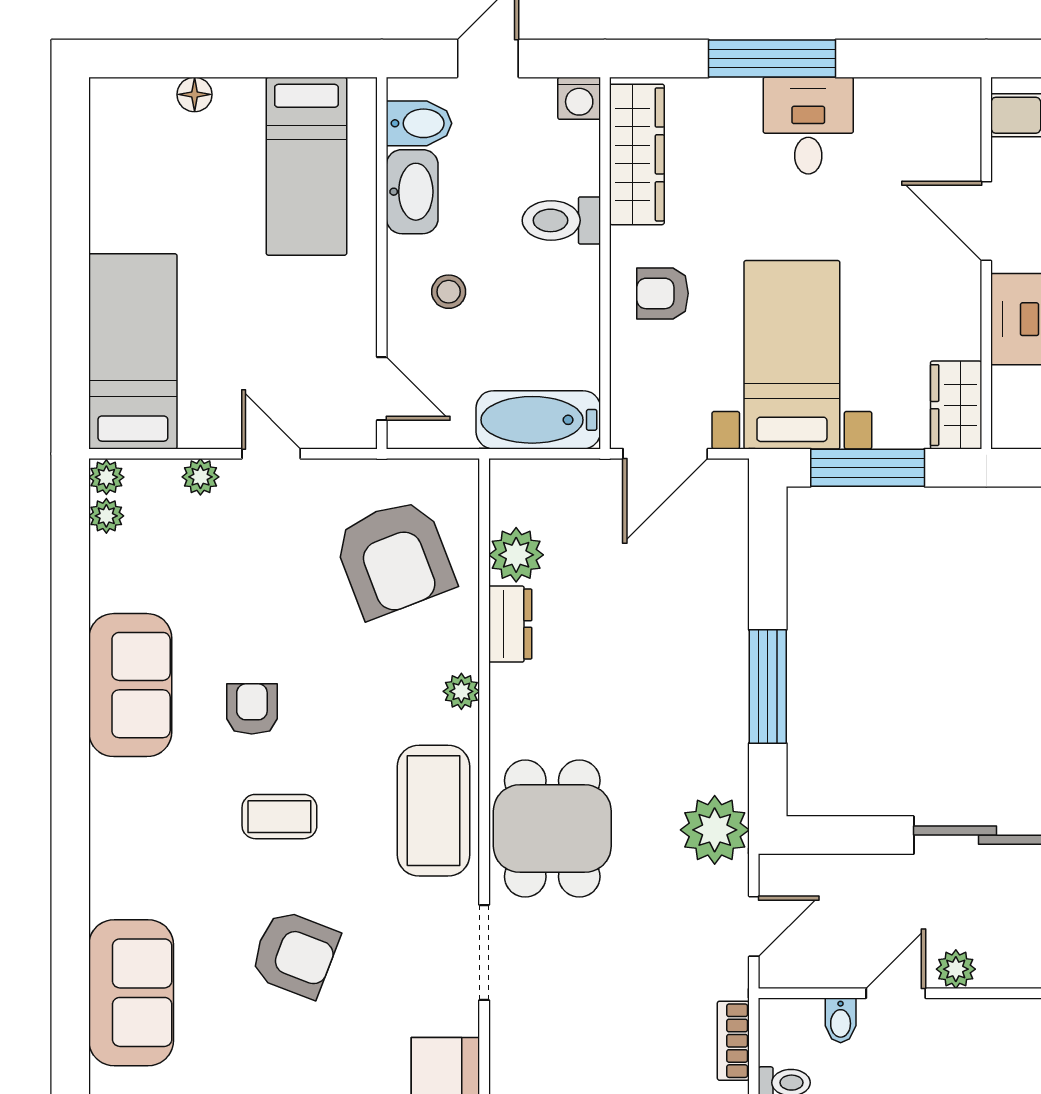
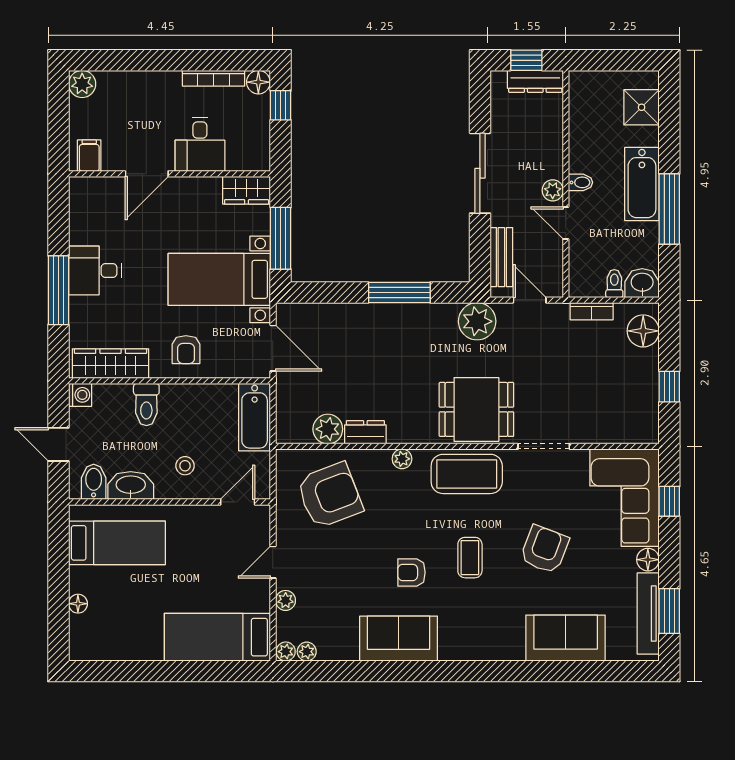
bench: (833, 874) -> (501, 257), added
bidet: (841, 1020) -> (581, 182), moved

